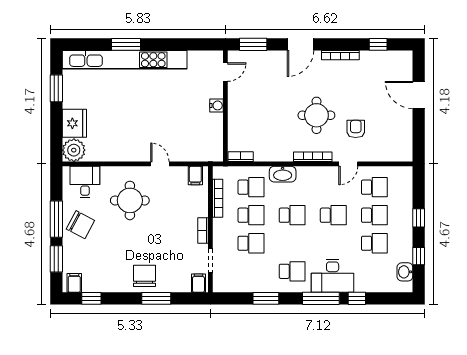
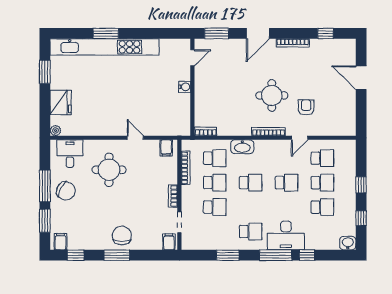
plant: (74, 150) -> (55, 130), width x0.53, depth x0.53
washbasin: (405, 272) -> (348, 243), moved, turned 90
window: (156, 298) -> (117, 255), moved

